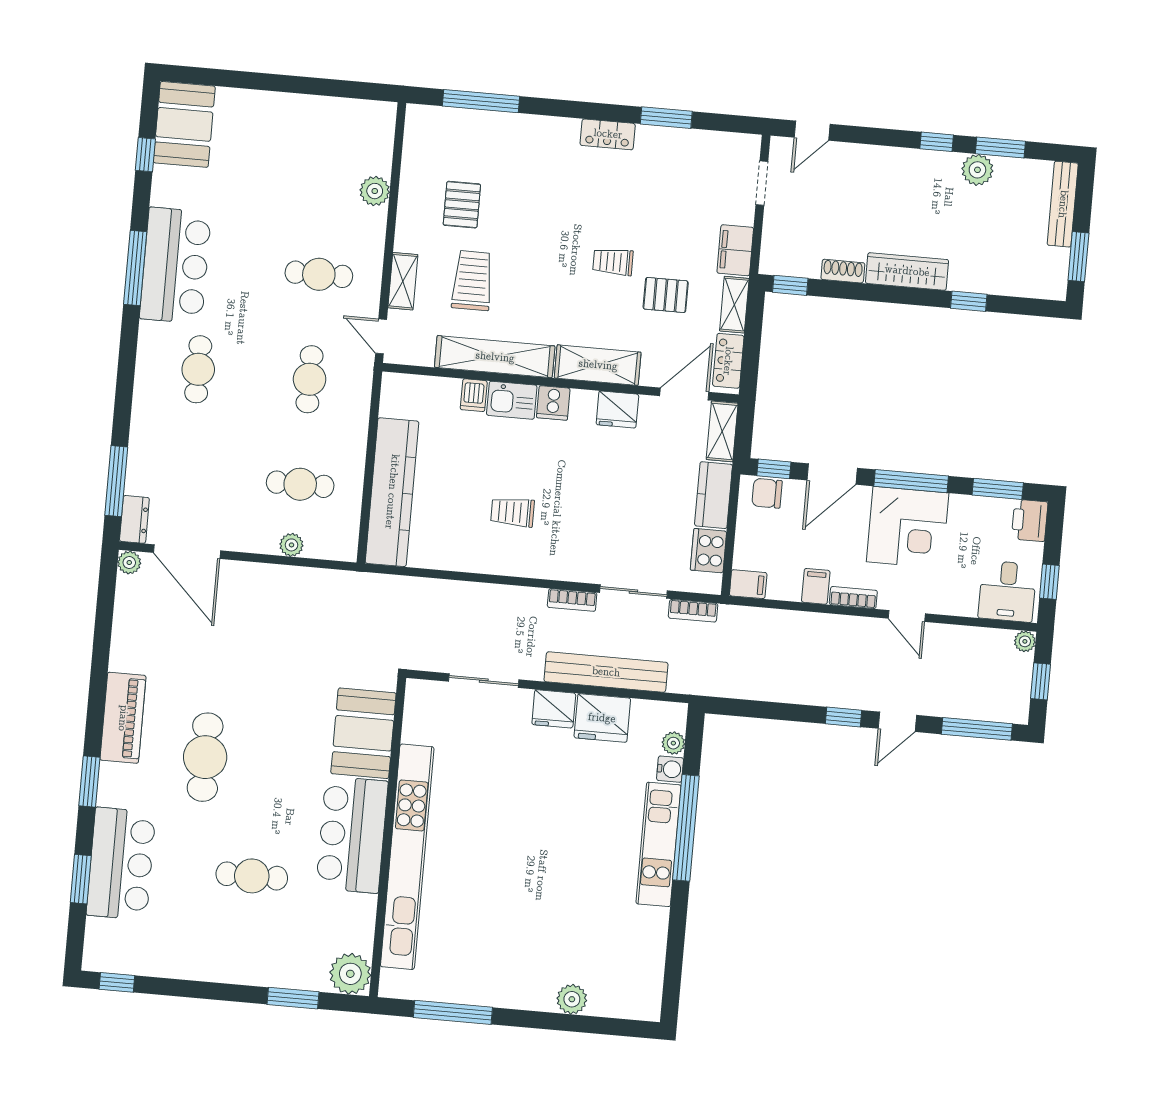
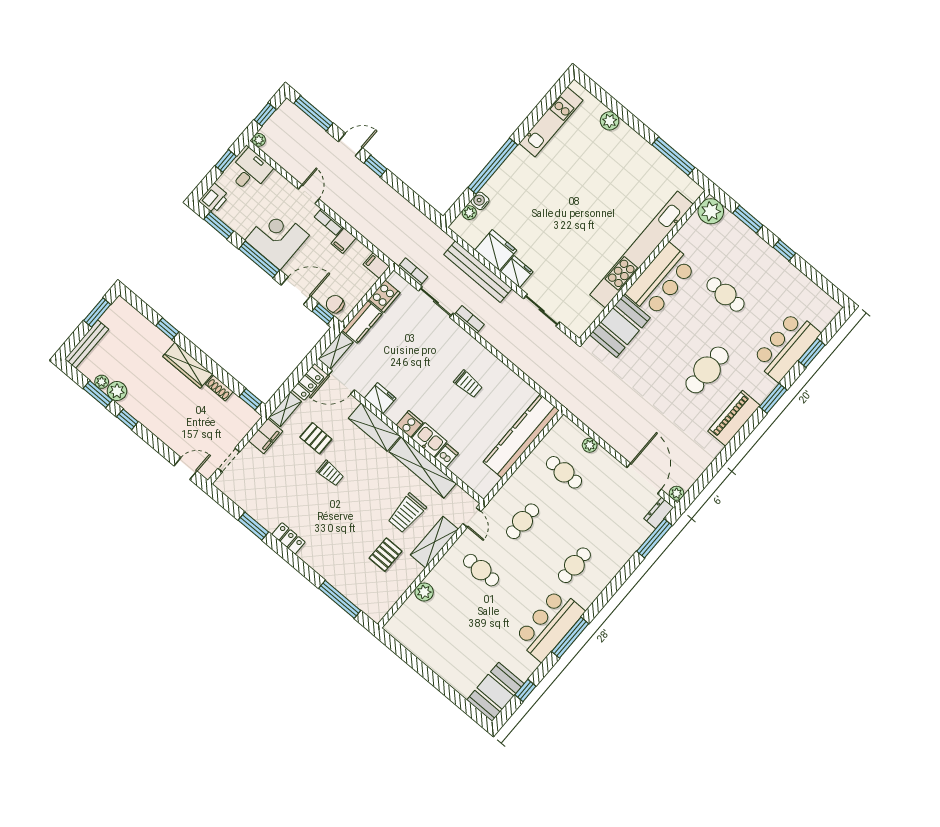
plant: (1007, 168) -> (102, 382), added
shelving: (403, 281) -> (434, 542), width x1.50, depth x1.33
chair: (767, 493) -> (335, 304), turned 180
kitchen unit: (659, 844) -> (551, 122), moved
window: (117, 982) -> (784, 250), moved

